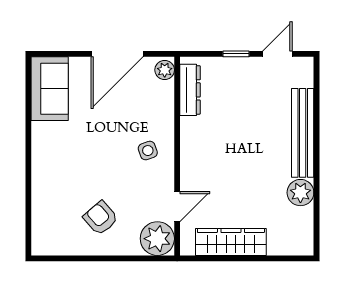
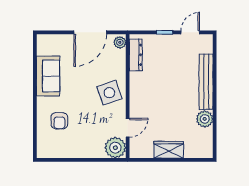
sofa: (50, 89) -> (48, 76), moved
side table: (148, 151) -> (109, 93), width x1.87, depth x1.87
armchair: (101, 218) -> (59, 121), moved, turned -139
wardrobe: (231, 242) -> (169, 150), width x0.67

